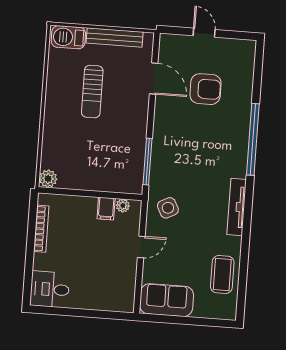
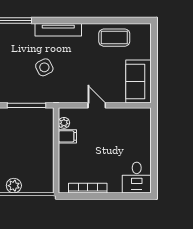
plant: (48, 179) -> (14, 186), moved
side table: (168, 208) -> (44, 67), moved

